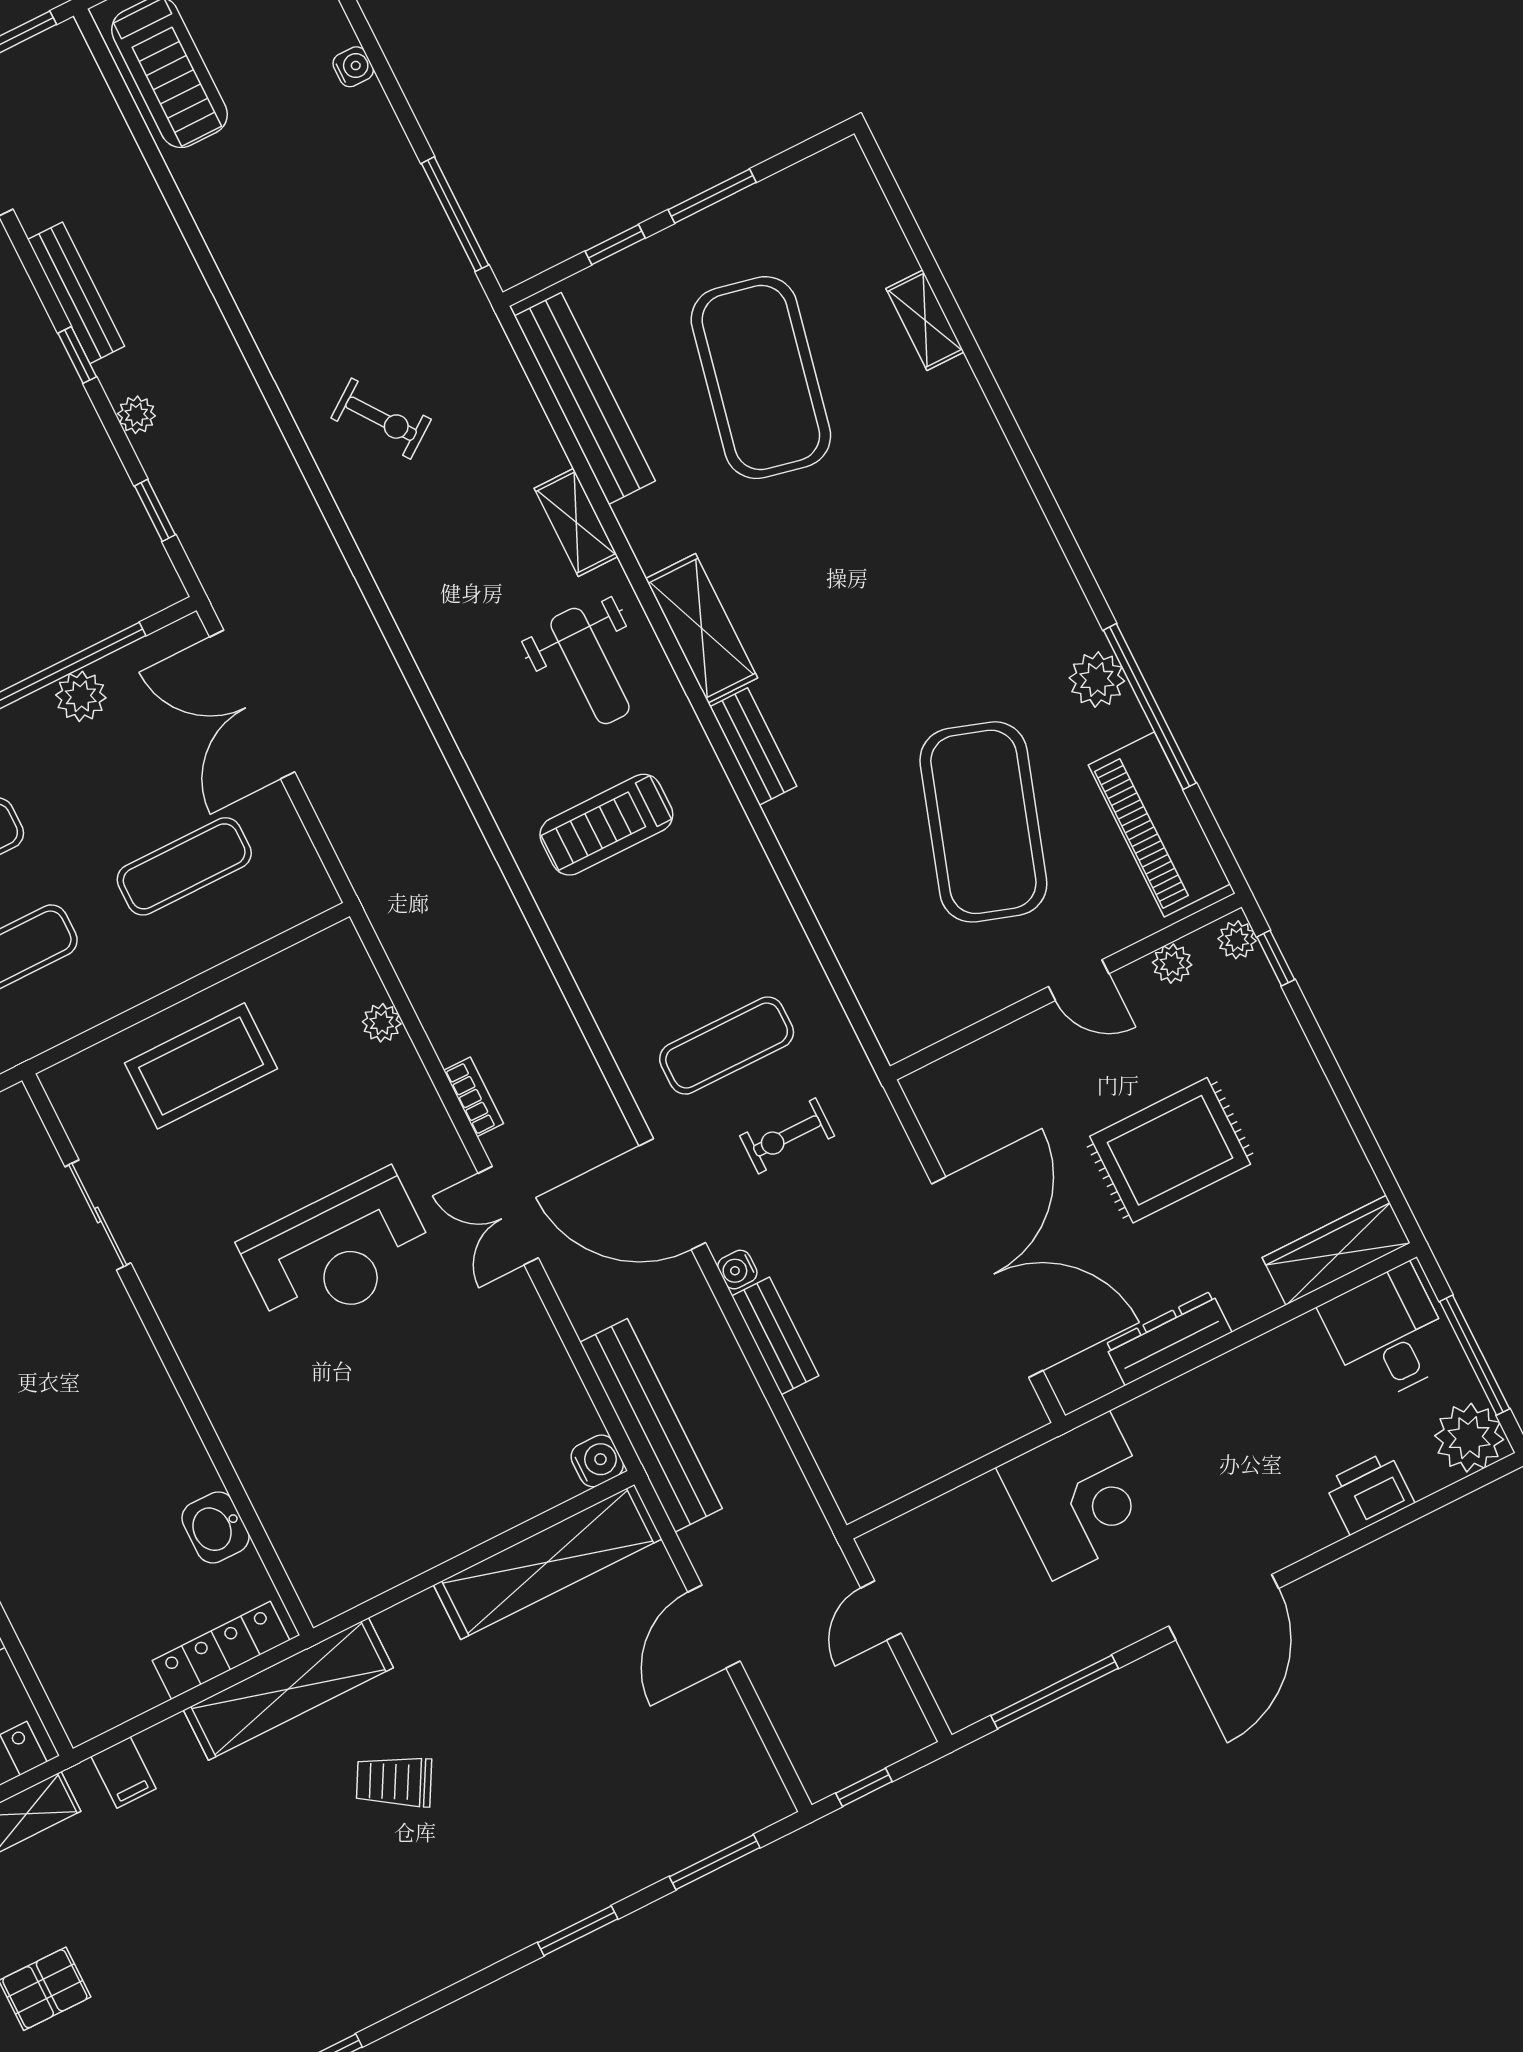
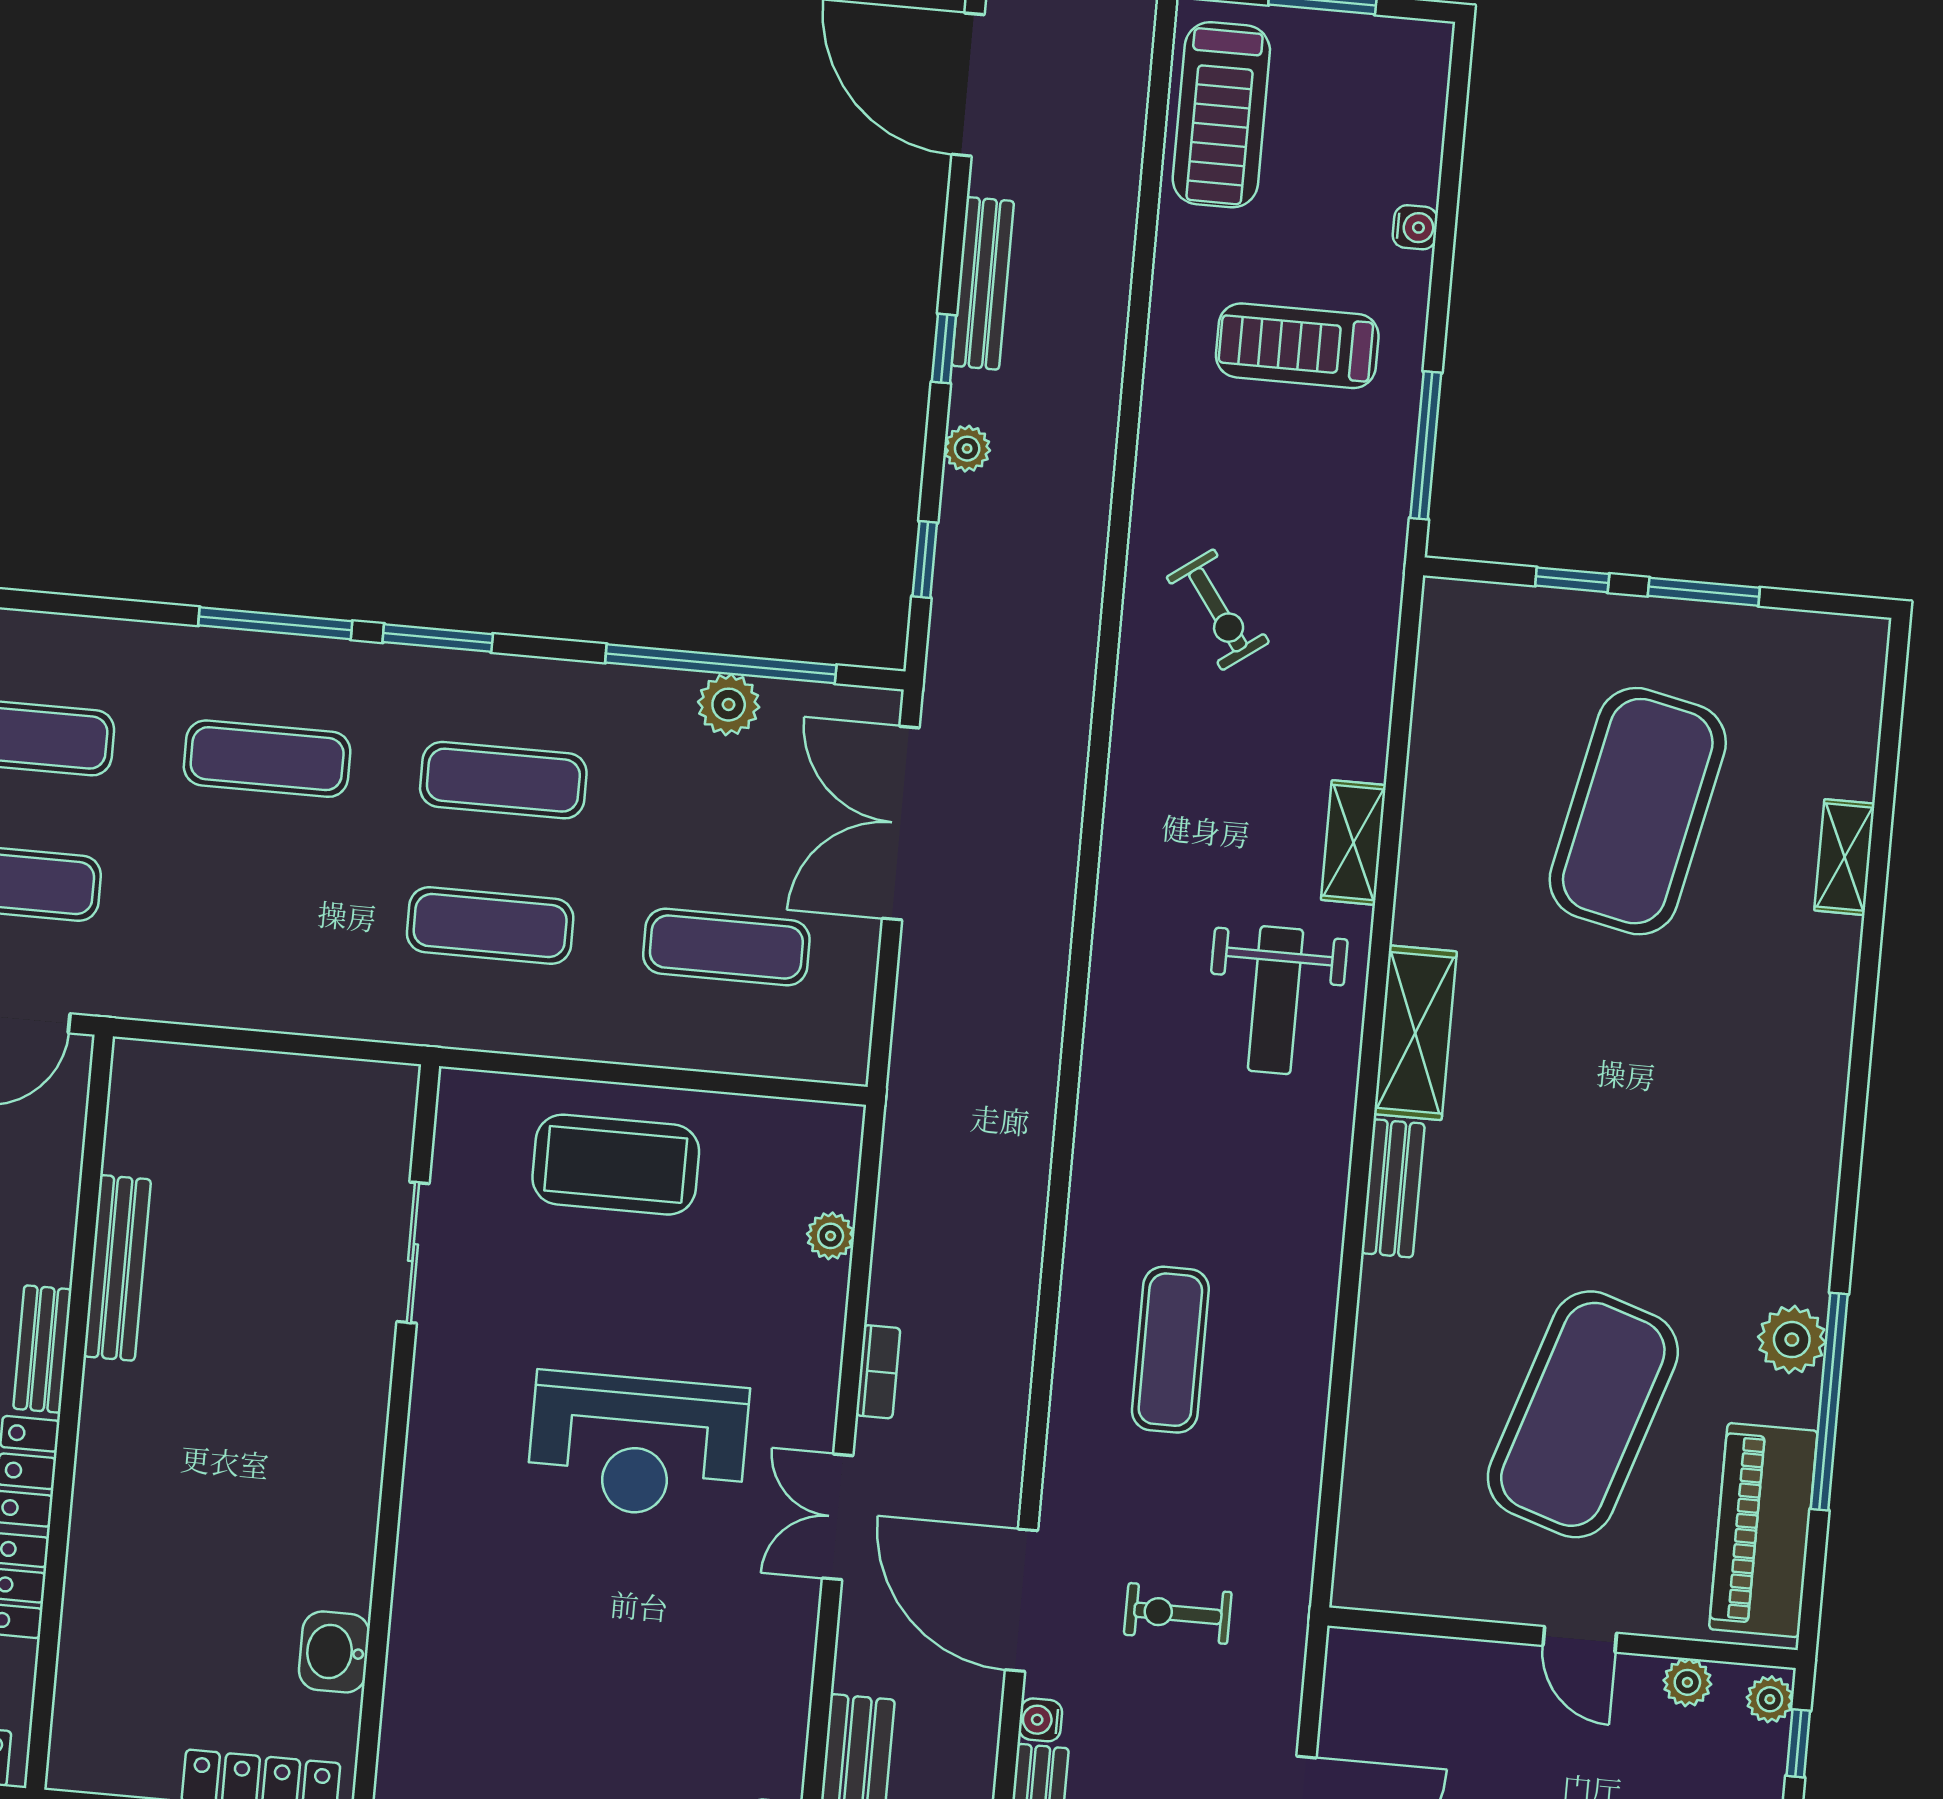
bench: (585, 398) -> (1442, 720), removed
treadmill: (606, 825) -> (1297, 346), moved
exercise mat: (727, 1046) -> (1170, 1350), moved, turned 90

